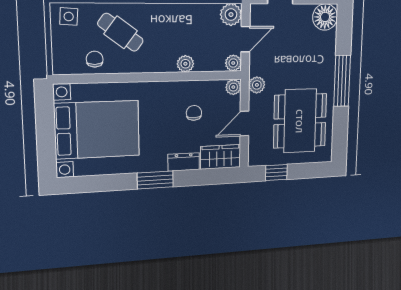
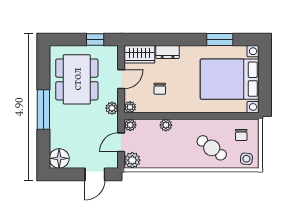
chair: (95, 59) -> (241, 135), moved
window: (155, 180) -> (220, 39), moved

